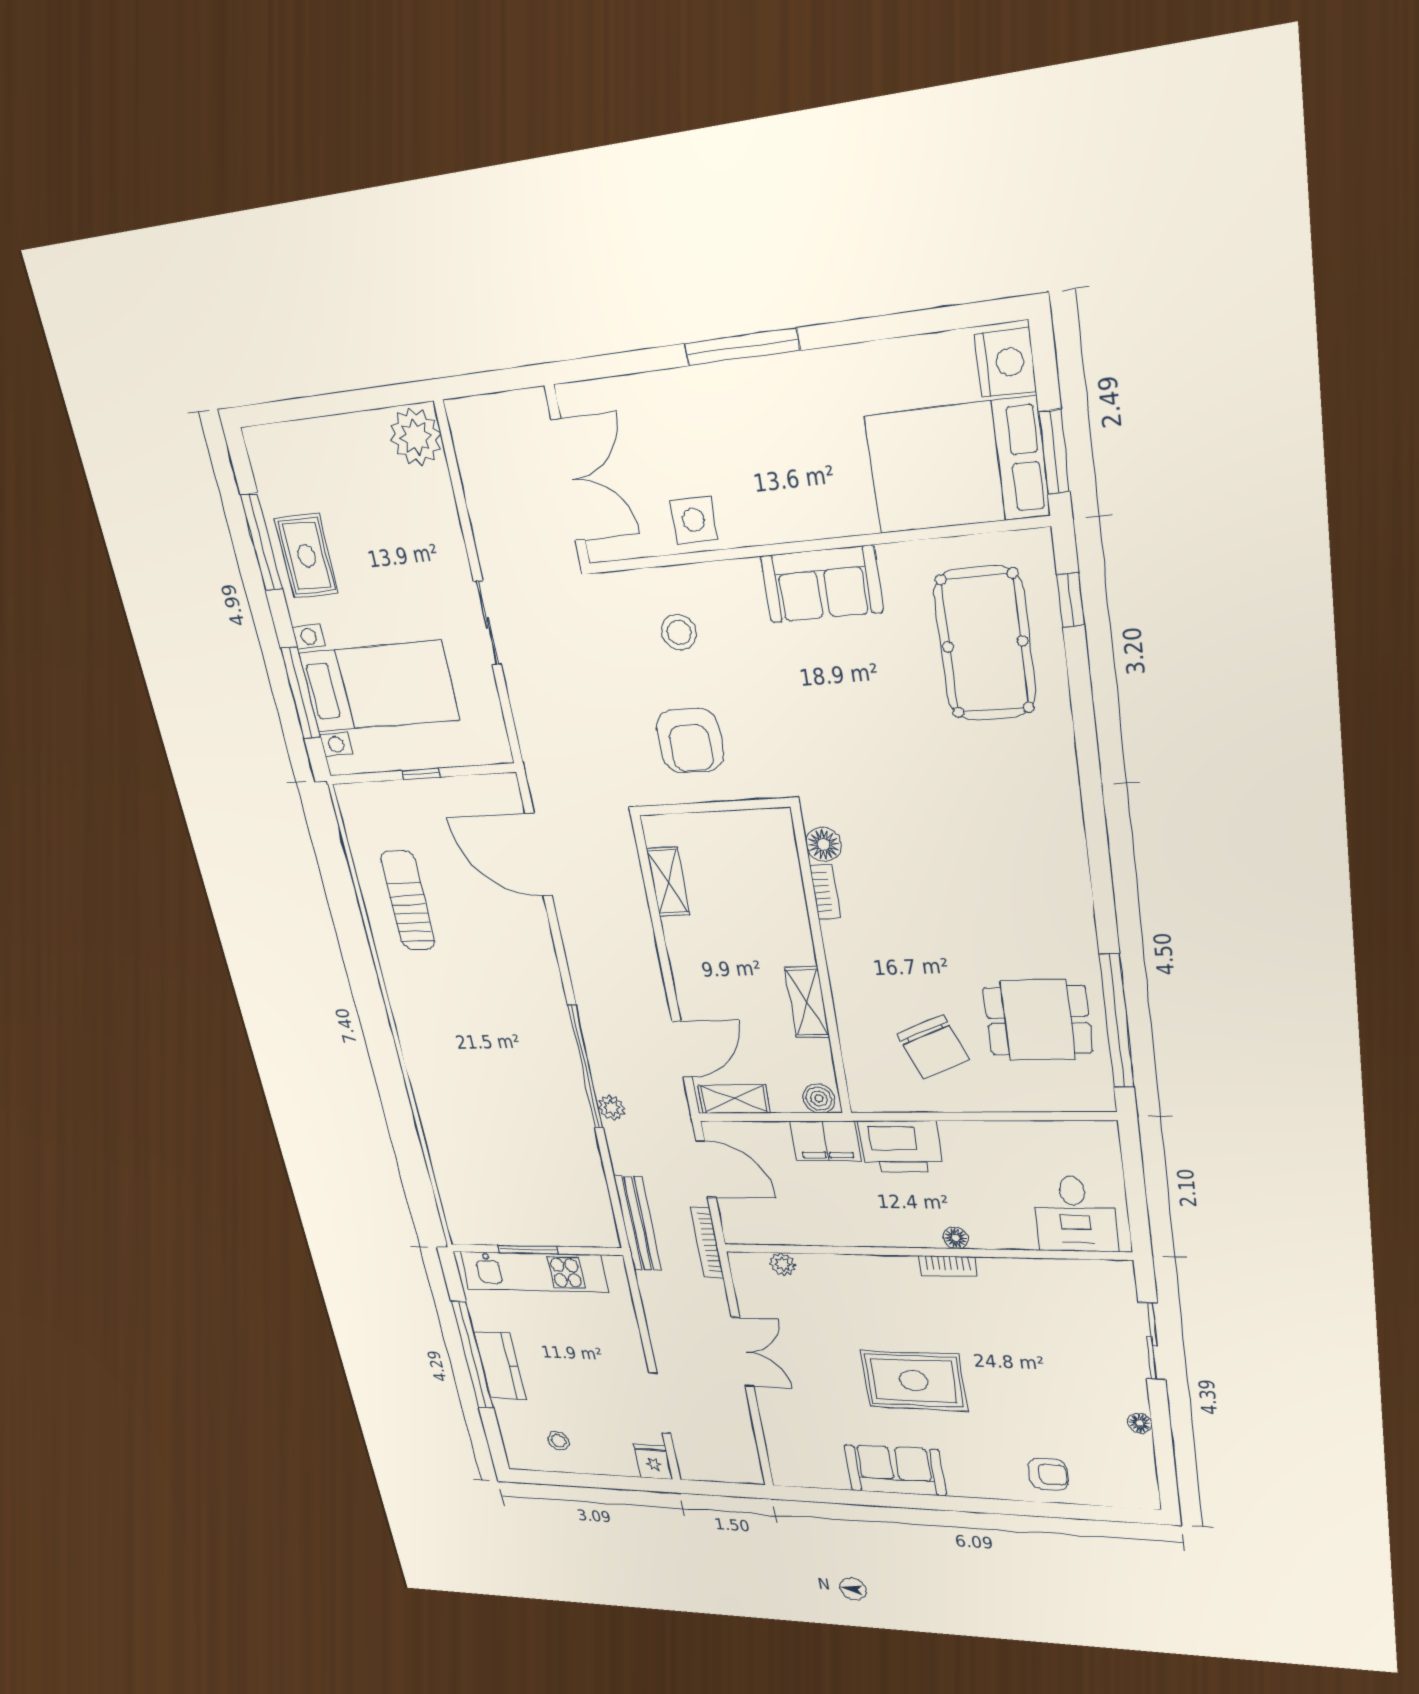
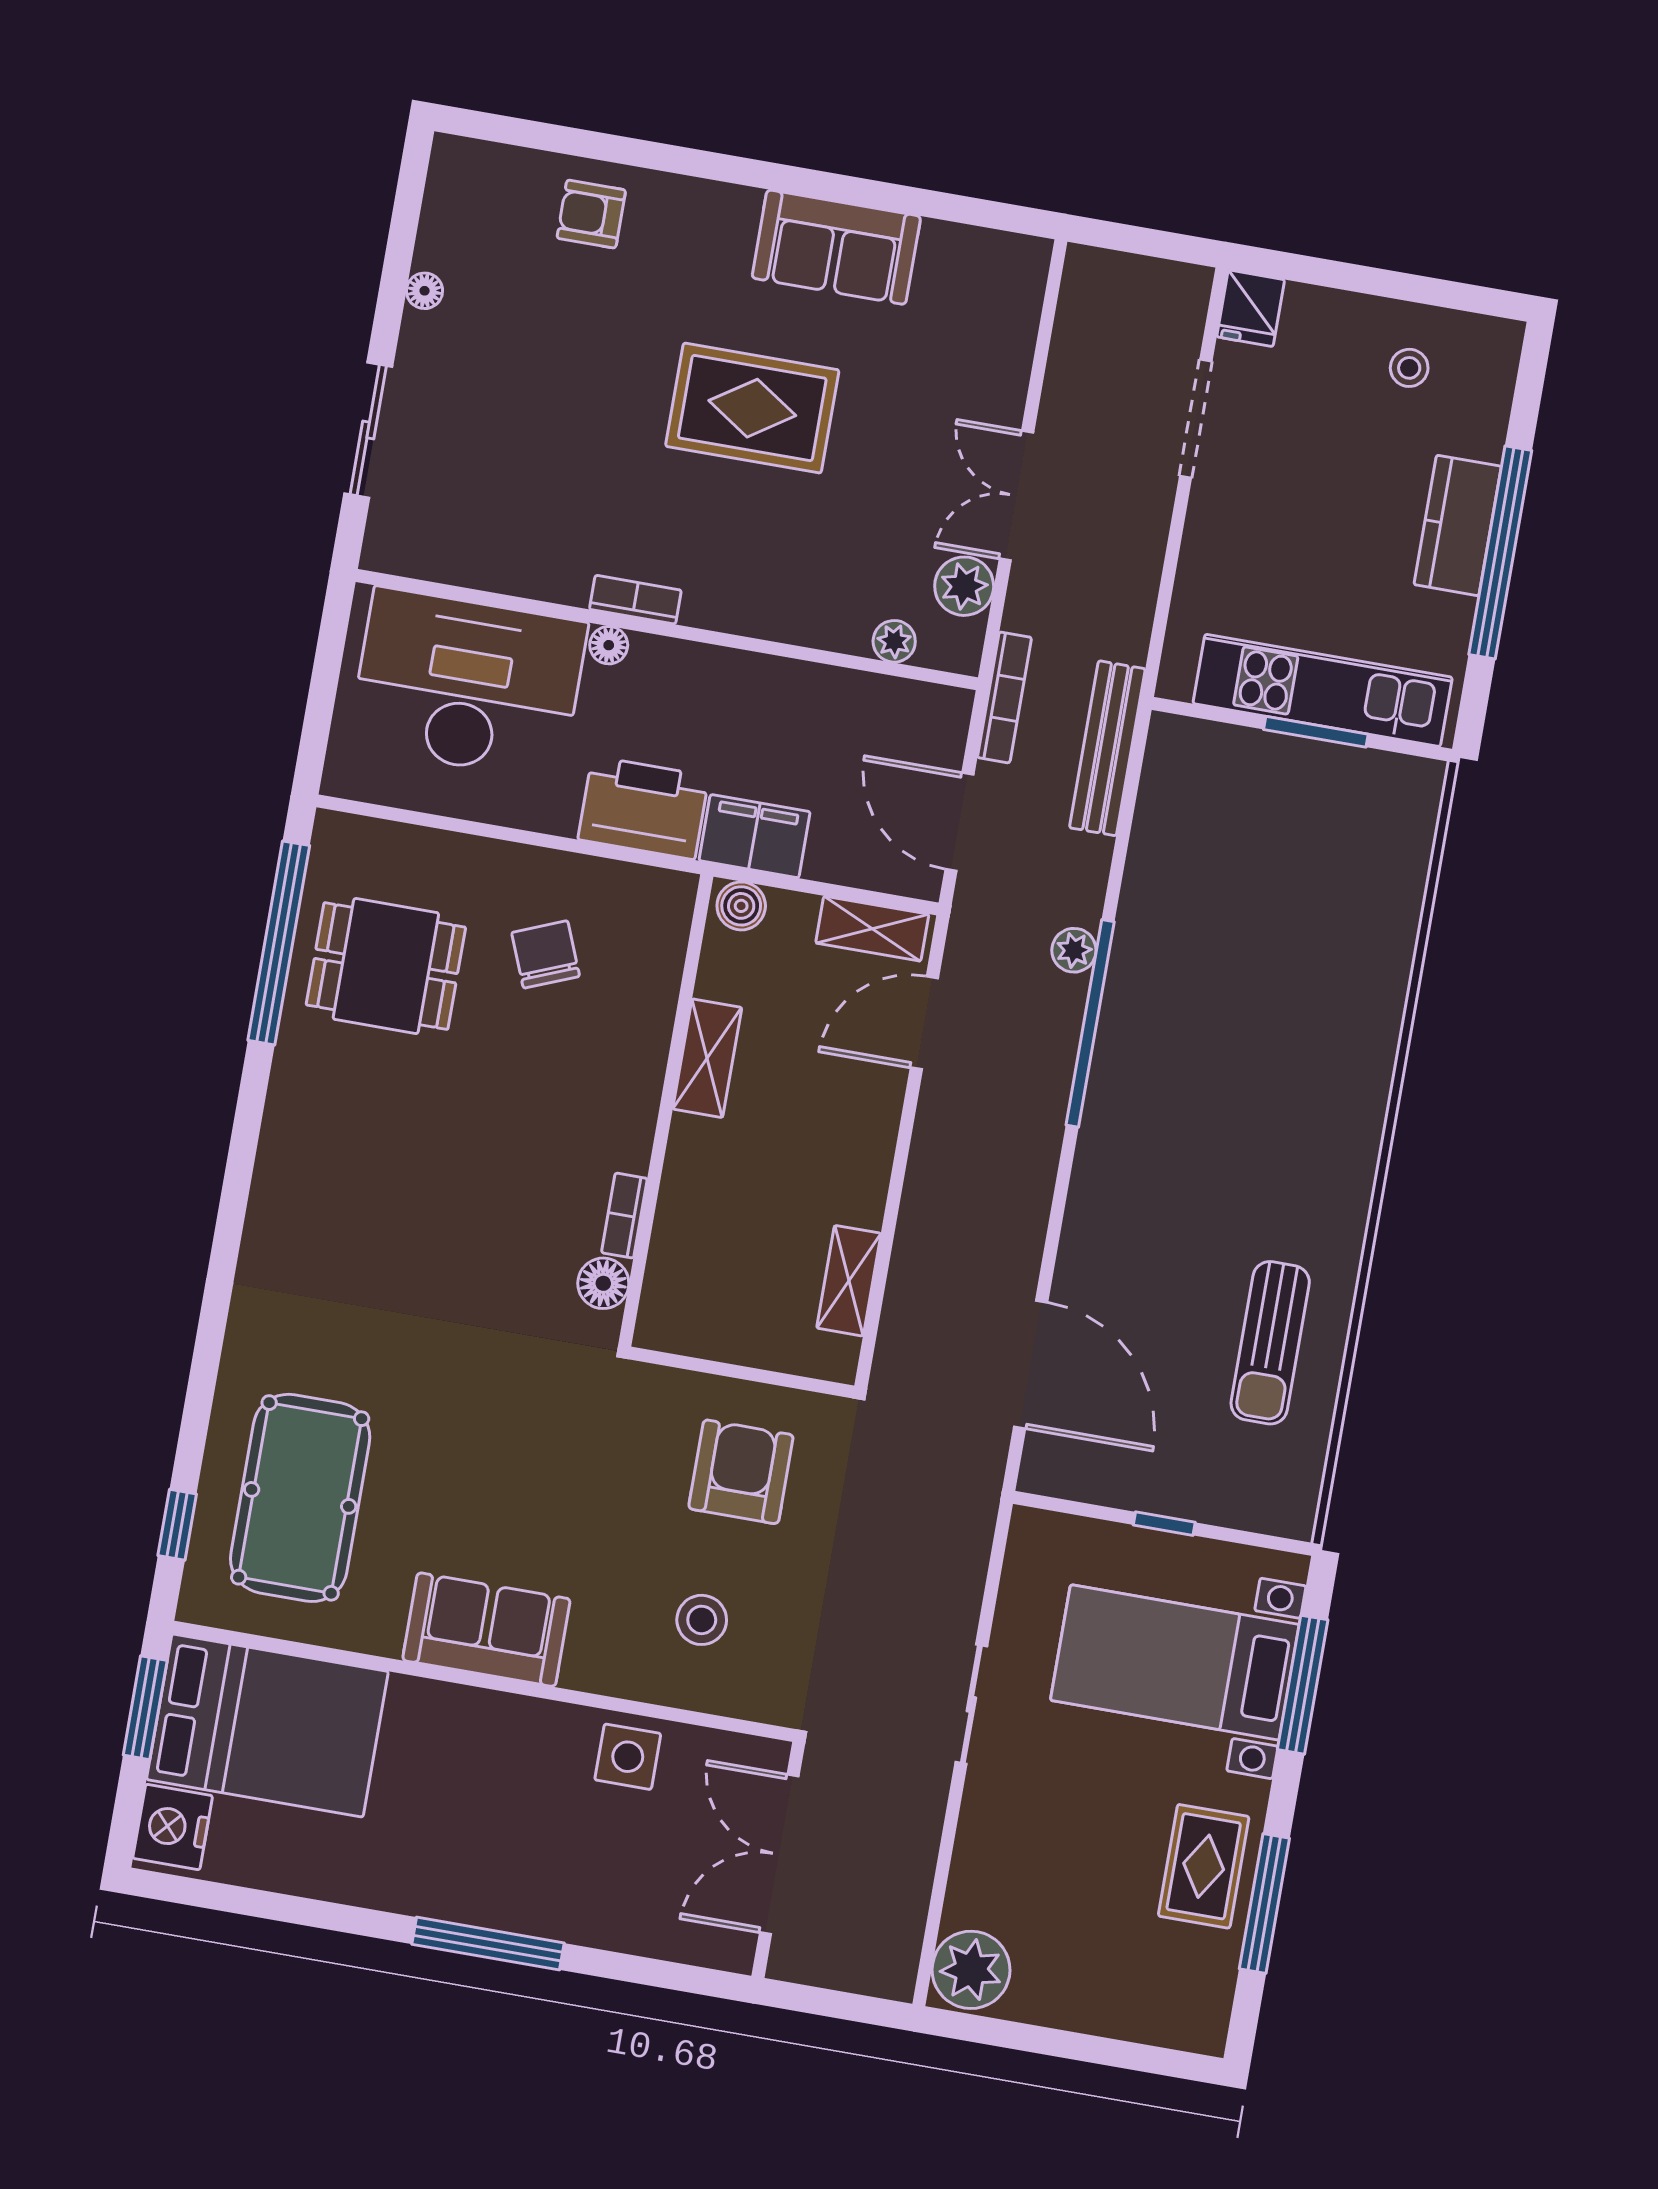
chair: (933, 1047) -> (546, 954), width x0.73, depth x0.73
desk: (1075, 1214) -> (468, 684), width x1.87, depth x1.30
plant: (754, 1300) -> (964, 586), added

